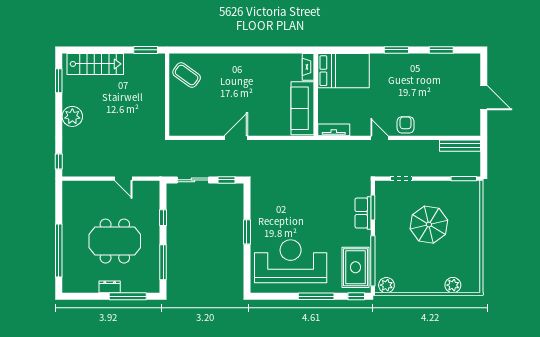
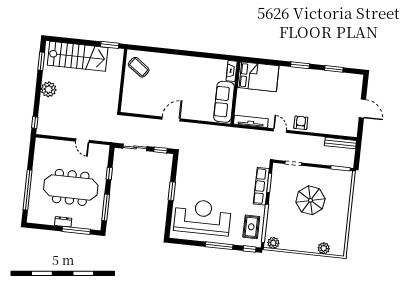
stairs: (95, 64) -> (78, 56), width x1.36, depth x1.51
tv unit: (334, 130) -> (251, 121), width x1.41
row of seats: (363, 213) -> (261, 186), width x1.48
meeting table: (115, 241) -> (71, 187), width x1.36
rug: (355, 267) -> (251, 227), width x0.73, depth x0.70

